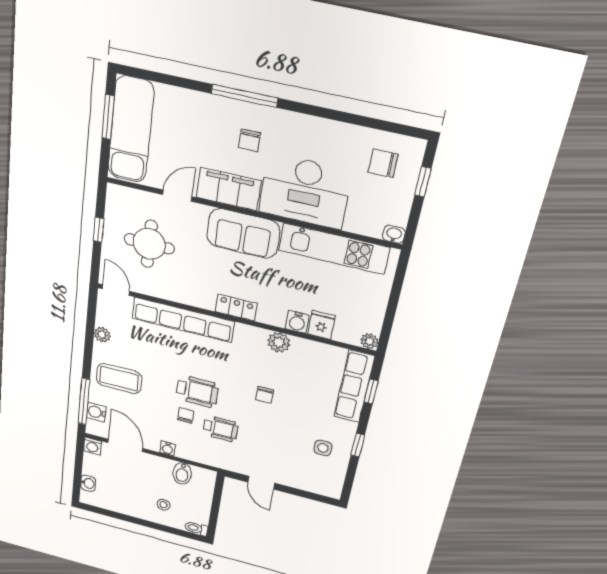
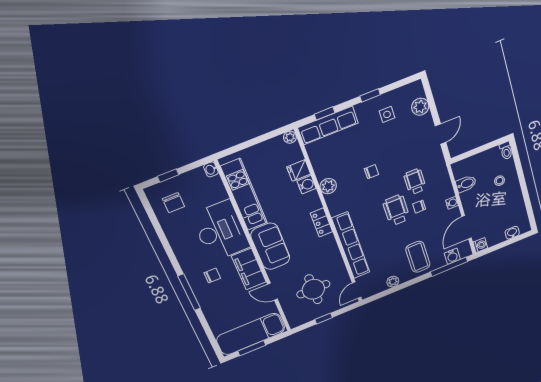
plant: (308, 482) -> (420, 107), added

